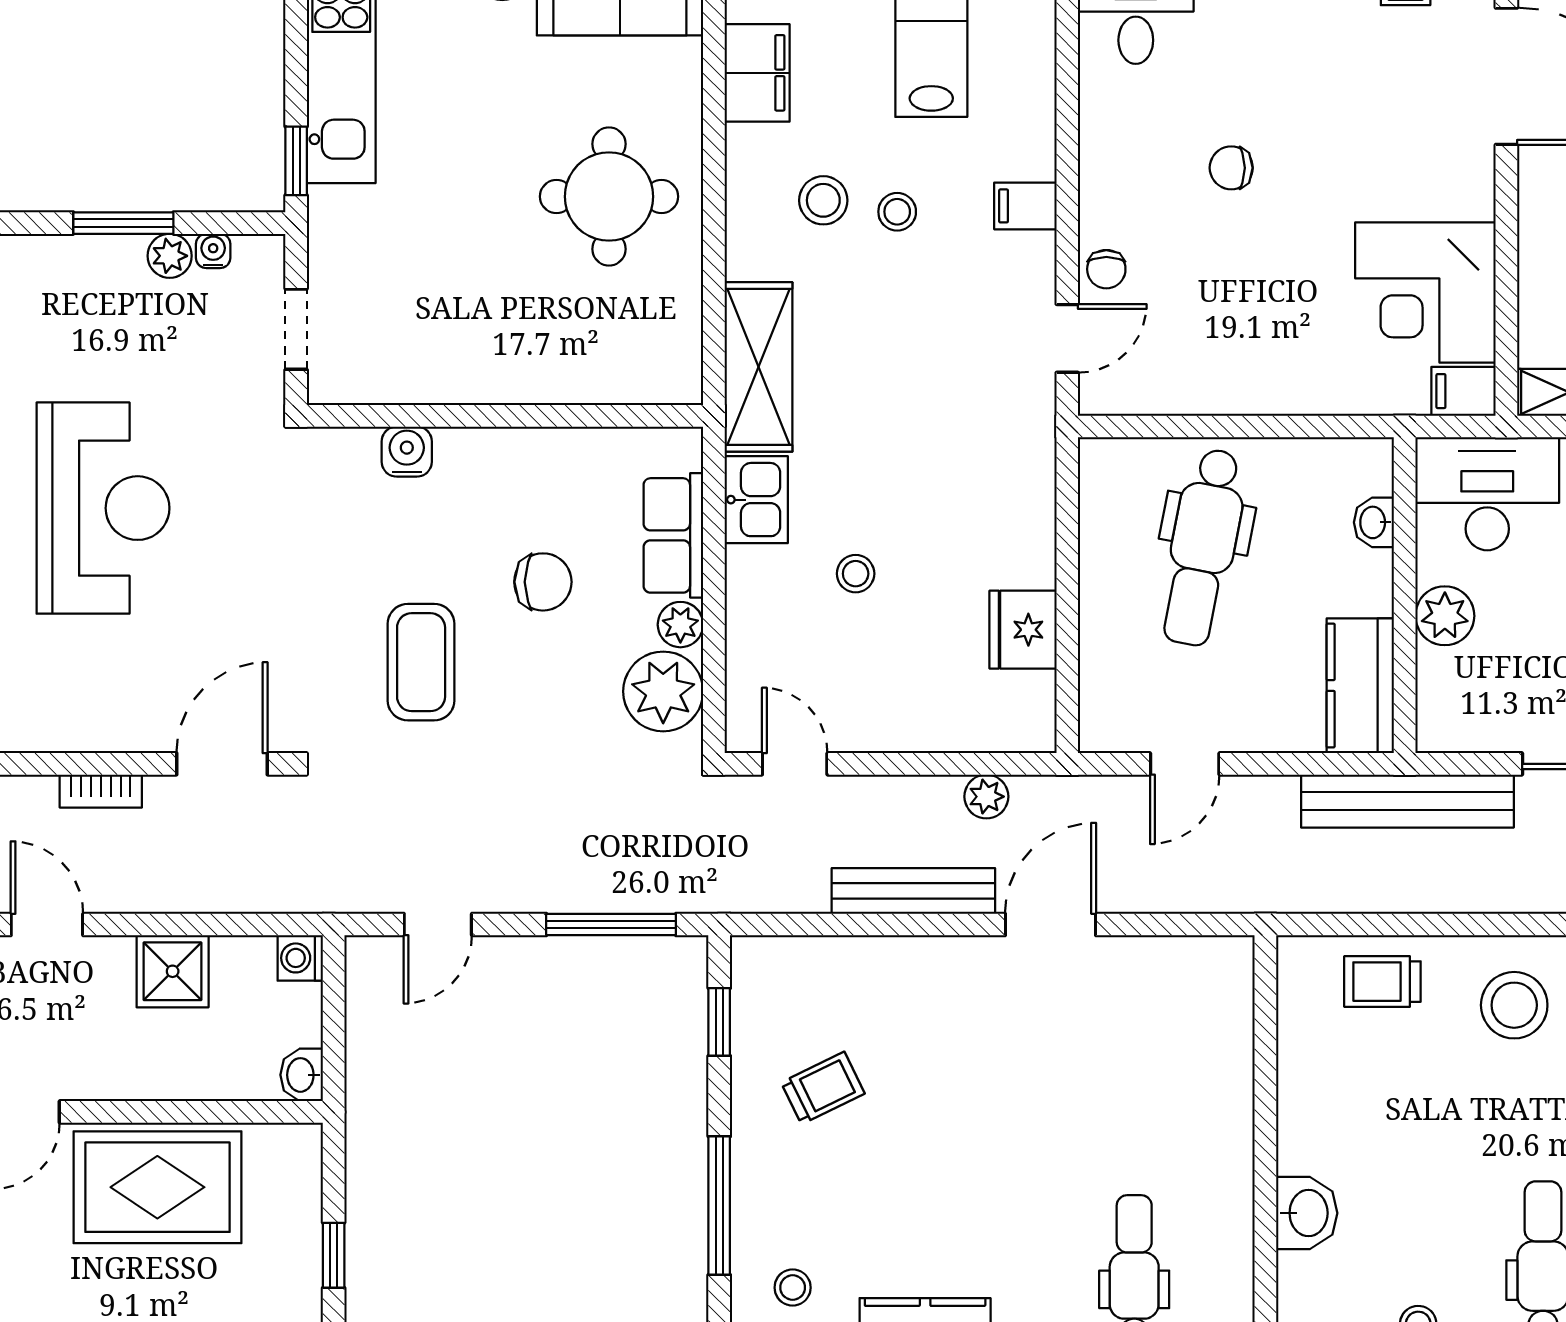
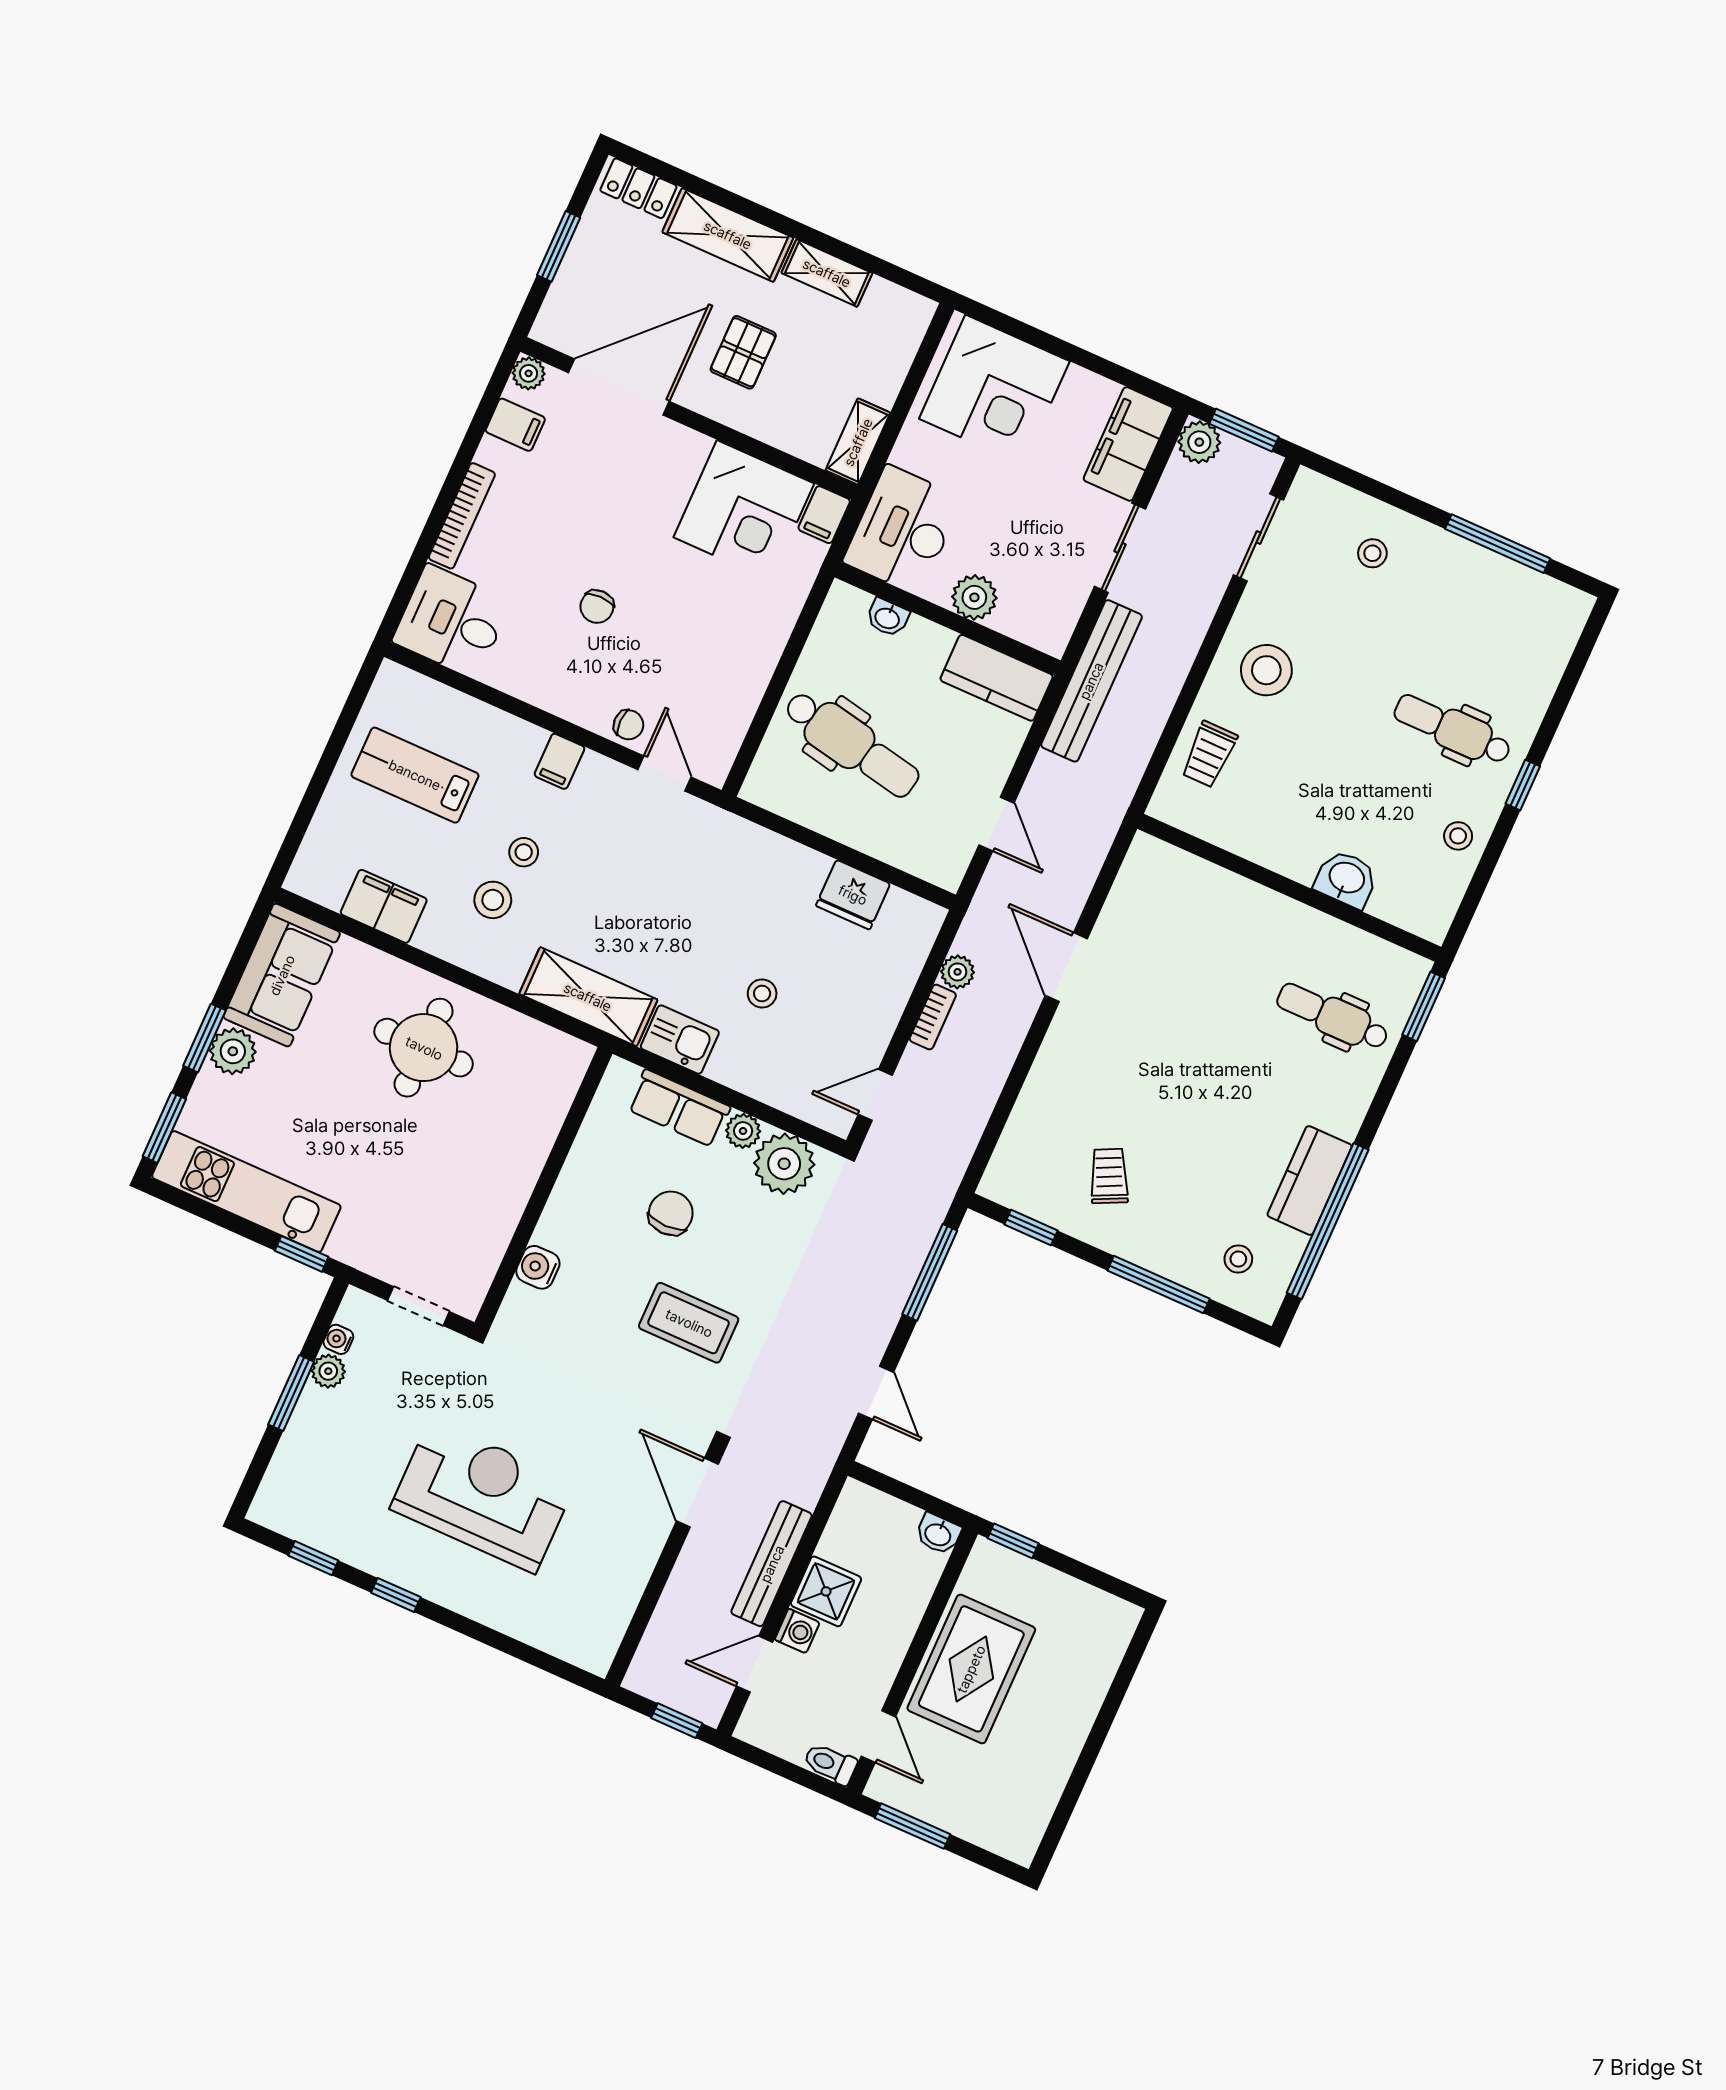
bookcase: (101, 791) -> (933, 1017), moved
bench: (913, 891) -> (772, 1564), moved
washing machine: (300, 958) -> (797, 1631), moved, turned -90
window: (334, 1255) -> (1013, 1541), moved

